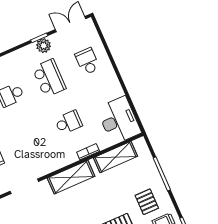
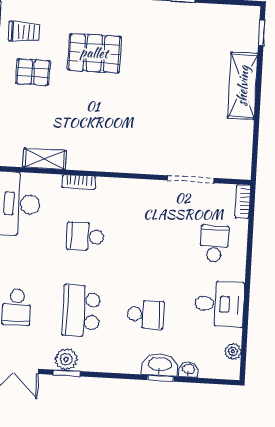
shelving: (115, 157) -> (45, 159), width x0.67, depth x0.75
shelving: (71, 177) -> (120, 159), removed
pallet: (147, 202) -> (33, 72), turned 90

